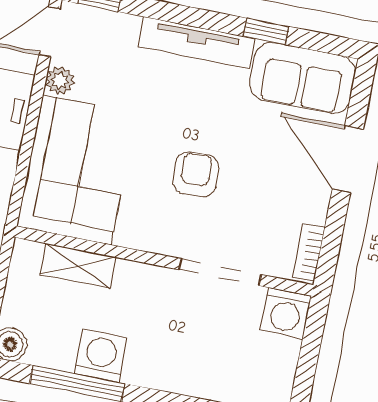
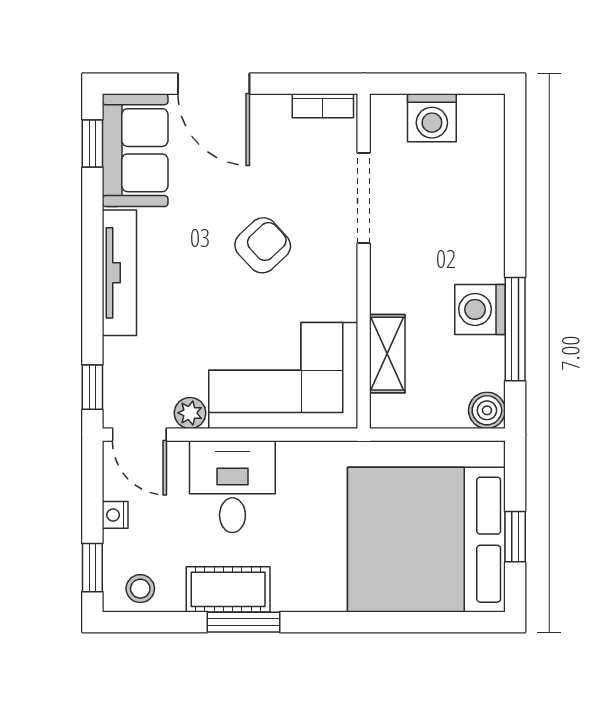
window: (266, 31) -> (92, 143), moved
door: (348, 159) -> (214, 84), hinge flipped
armchair: (196, 174) -> (263, 245), turned 140
washing machine: (286, 313) -> (432, 118), moved, turned 90

